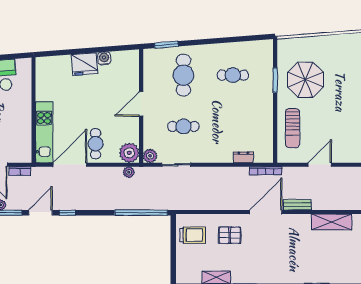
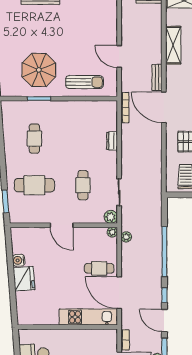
plant: (129, 153) -> (112, 232), width x0.53, depth x0.53
dresser: (243, 157) -> (112, 141), moved
window: (141, 213) -> (164, 252), moved

